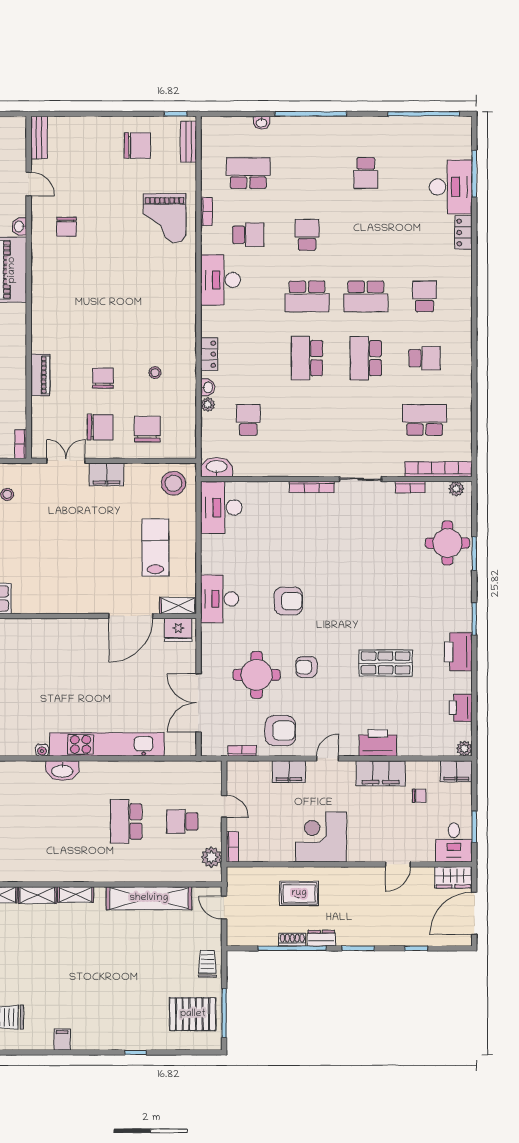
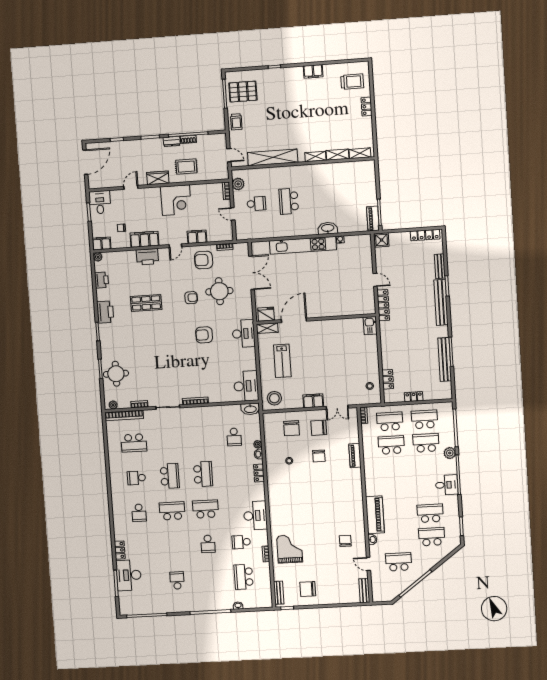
school desk: (248, 173) -> (244, 577), turned 90
school desk: (126, 821) -> (289, 201), turned 180
wardrobe: (453, 877) -> (158, 178), moved
filing cabinet: (62, 1040) -> (313, 71), width x2.00

